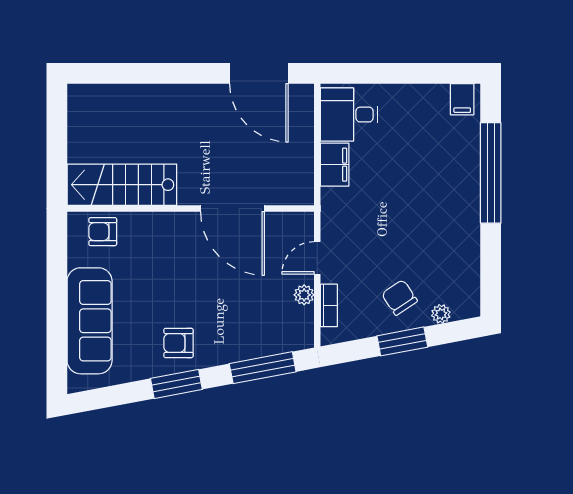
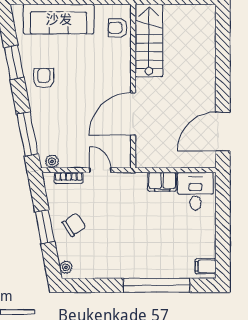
armchair: (103, 232) -> (118, 28), turned -90
plant: (304, 295) -> (52, 161), moved
plant: (441, 314) -> (66, 267), moved
window: (176, 384) -> (14, 62), moved

